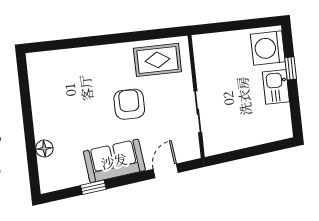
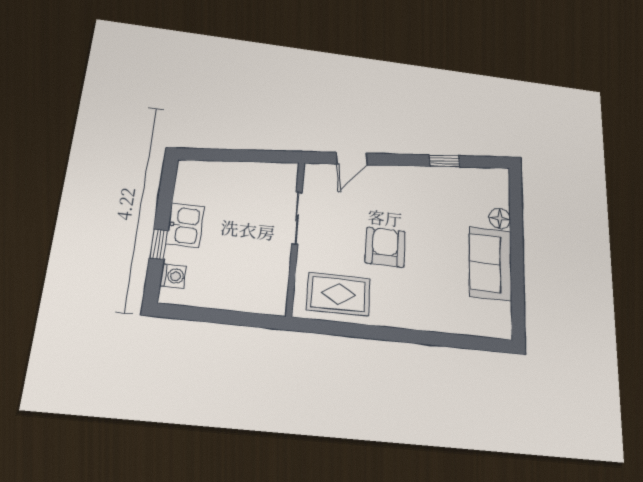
washing machine: (268, 48) -> (173, 276), width x0.53, depth x0.53
armchair: (129, 104) -> (385, 247), turned 180
sofa: (114, 161) -> (490, 263), moved, turned 97

